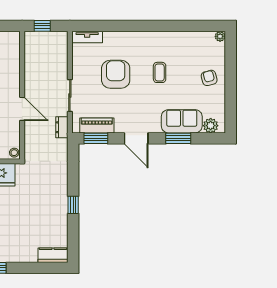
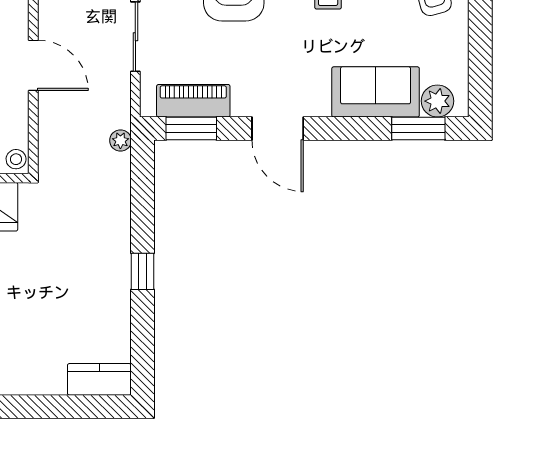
dresser: (62, 127) -> (118, 105), removed
window: (178, 138) -> (418, 128), moved
plant: (63, 144) -> (120, 140), added

